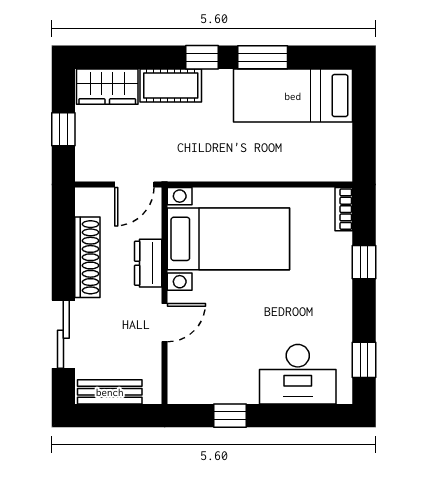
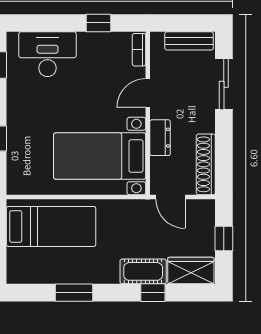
window: (202, 57) -> (153, 293), moved
bed: (293, 96) -> (51, 226), moved
door: (134, 184) -> (170, 197), swing flipped
bookcase: (344, 209) -> (139, 50), moved, turned 180
shoe rack: (87, 257) -> (206, 164), moved

